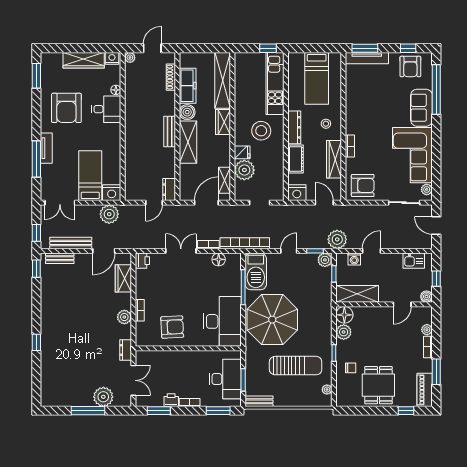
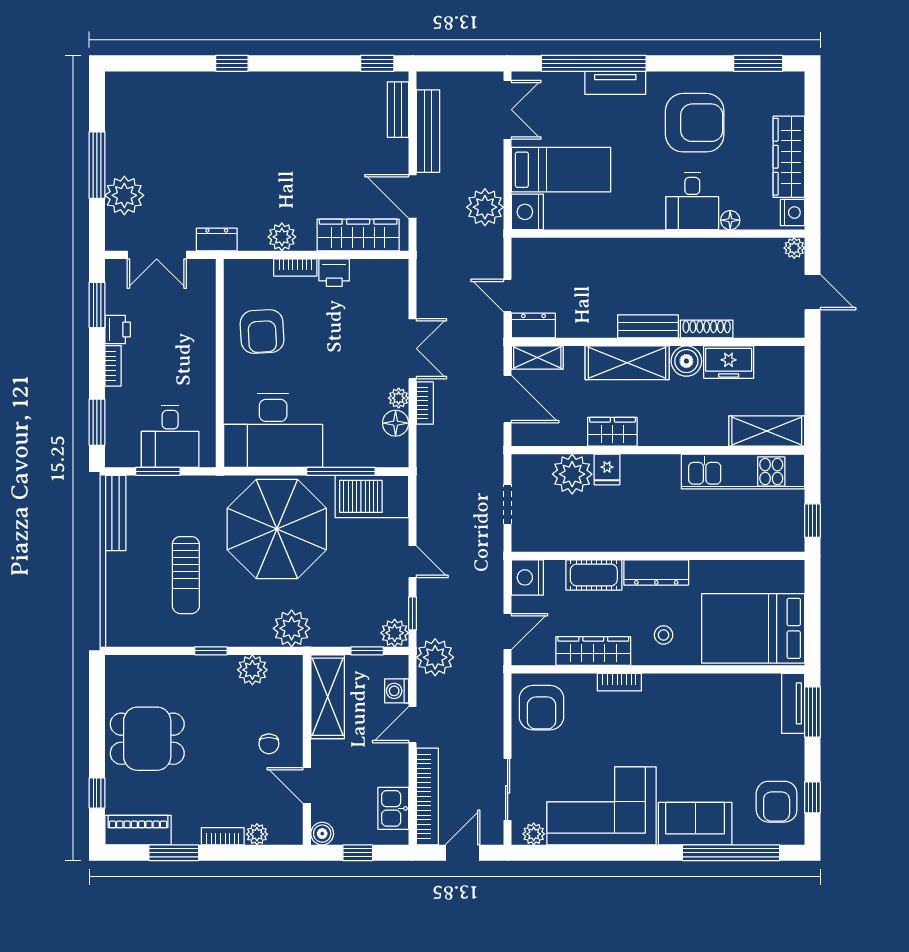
tv unit: (367, 58) -> (793, 703), width x0.71
armchair: (410, 66) -> (777, 802), turned -90
shoe rack: (171, 77) -> (707, 329), moved
bed: (317, 78) -> (753, 628), width x1.50
shelving: (223, 80) -> (767, 431), width x0.68
kitchen unit: (275, 83) -> (743, 472), moved, turned 180
freezer: (188, 86) -> (729, 362), width x0.71
armchair: (66, 108) -> (695, 123), turned 180
wardrobe: (223, 122) -> (612, 432), moved
stool: (261, 131) -> (650, 507), removed
window: (36, 159) -> (594, 63), width x1.46
shelving: (224, 180) -> (537, 357), moved
double door: (60, 203) -> (508, 110), swing flipped
window: (36, 233) -> (448, 63), removed
bookcase: (245, 243) -> (427, 796), moved
door: (371, 251) -> (412, 725), swing flipped
plant: (206, 258) -> (399, 398), added
printer: (142, 261) -> (334, 273), moved
wardrobe: (123, 278) -> (358, 235), width x1.50
floor lamp: (344, 315) -> (286, 672), removed
sun lounger: (296, 366) -> (186, 575), width x0.73, depth x0.75
chair: (351, 368) -> (269, 744), moved
desk: (225, 379) -> (170, 436), width x0.73
plant: (327, 390) -> (292, 628), moved, width x1.87, depth x1.87
bench: (259, 401) -> (115, 513), width x1.36

